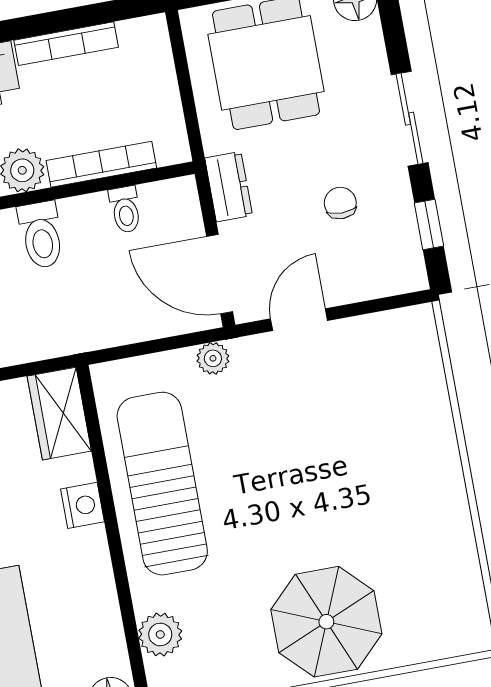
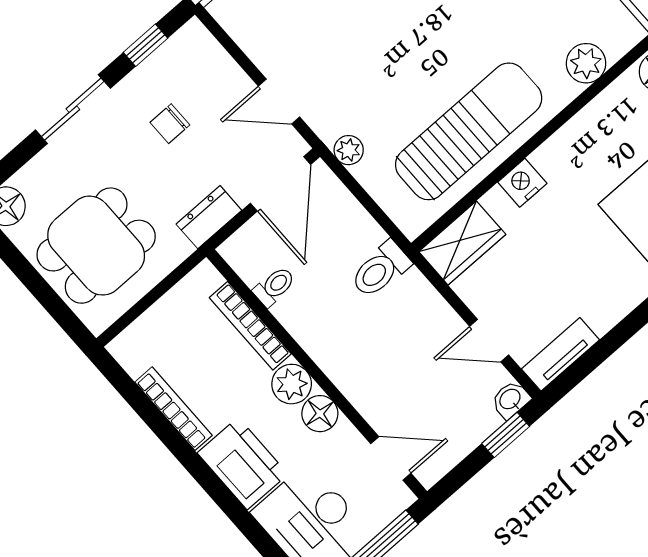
toilet: (41, 235) -> (380, 270), moved, turned 180
sun lounger: (162, 484) -> (469, 131), turned 180

